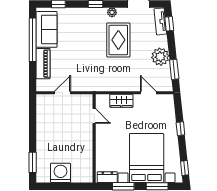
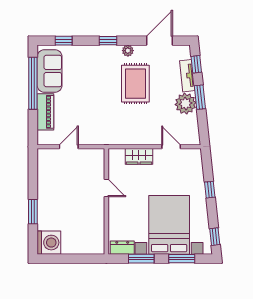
tv unit: (160, 21) -> (187, 76), moved
window: (174, 69) -> (200, 97), moved
door: (94, 116) -> (106, 188), moved
window: (33, 162) -> (33, 212), moved
washing machine: (61, 173) -> (49, 243), moved, turned 90

